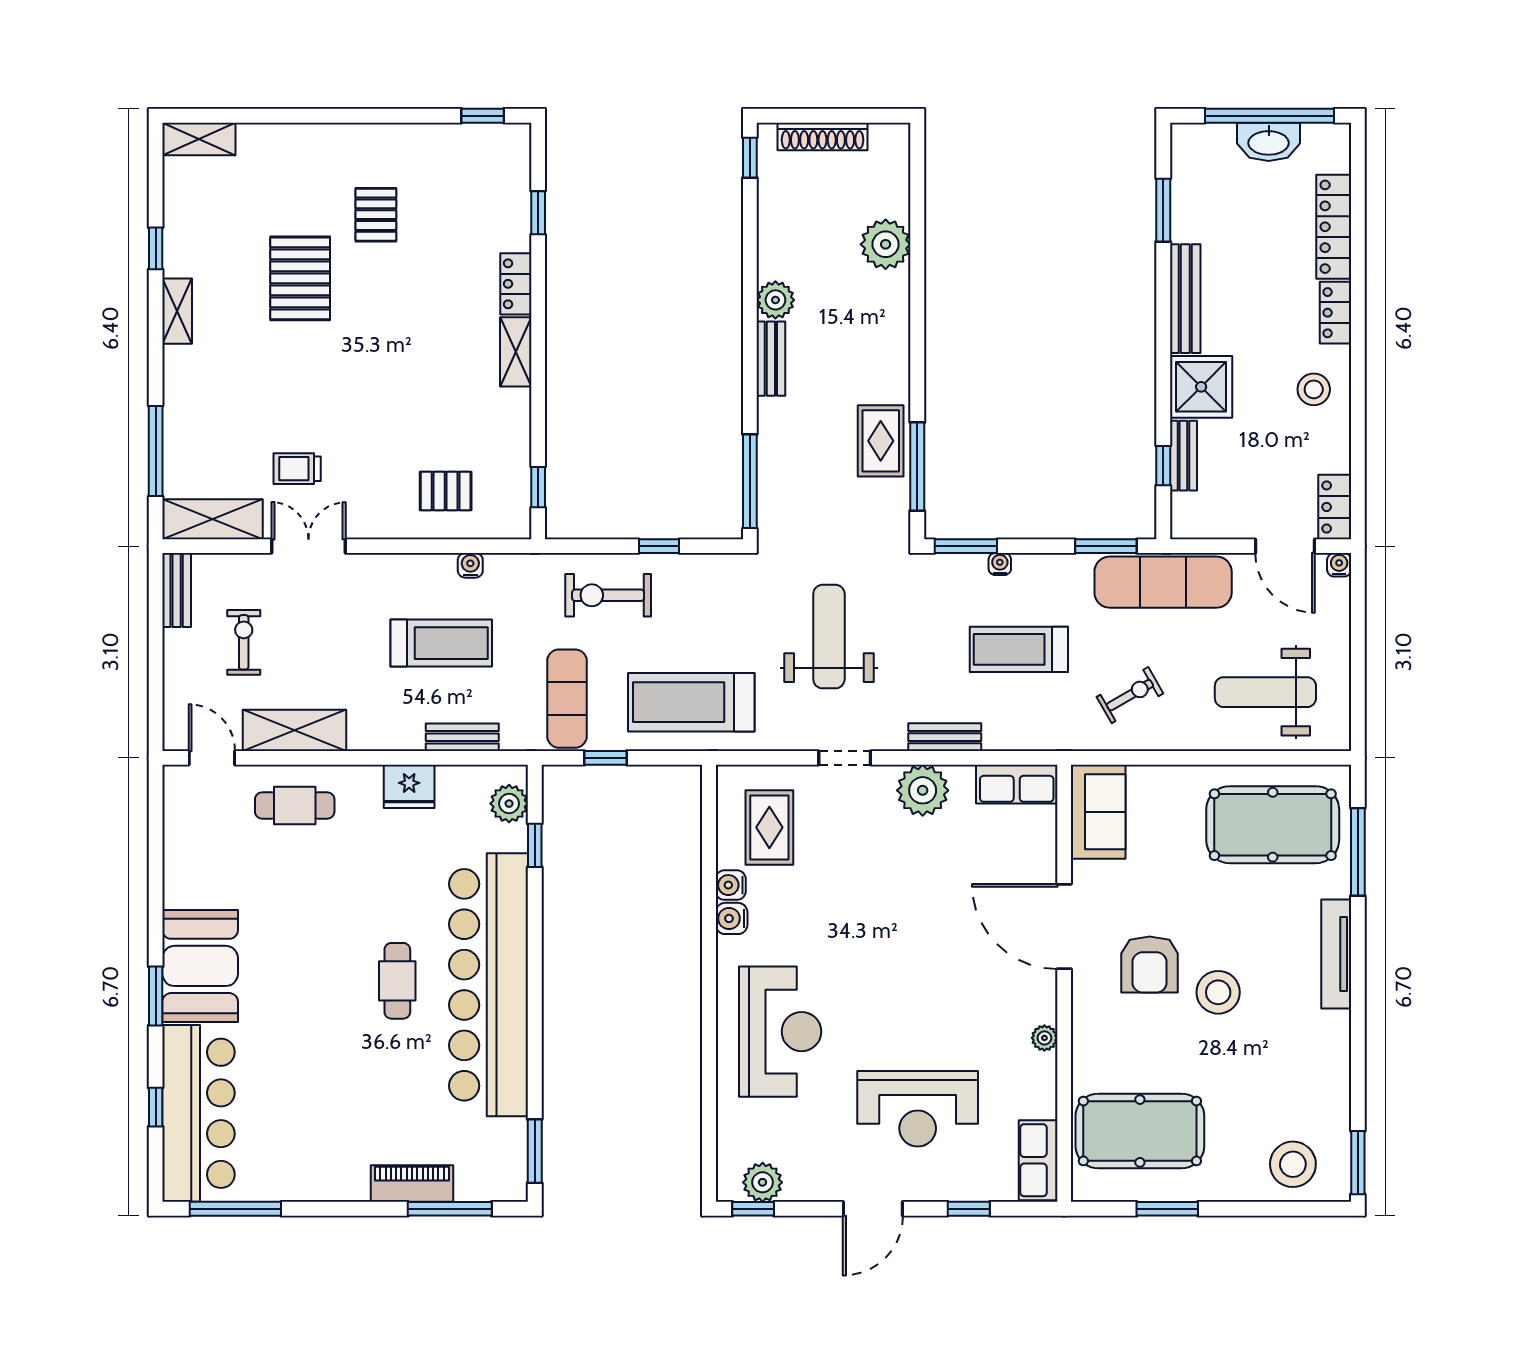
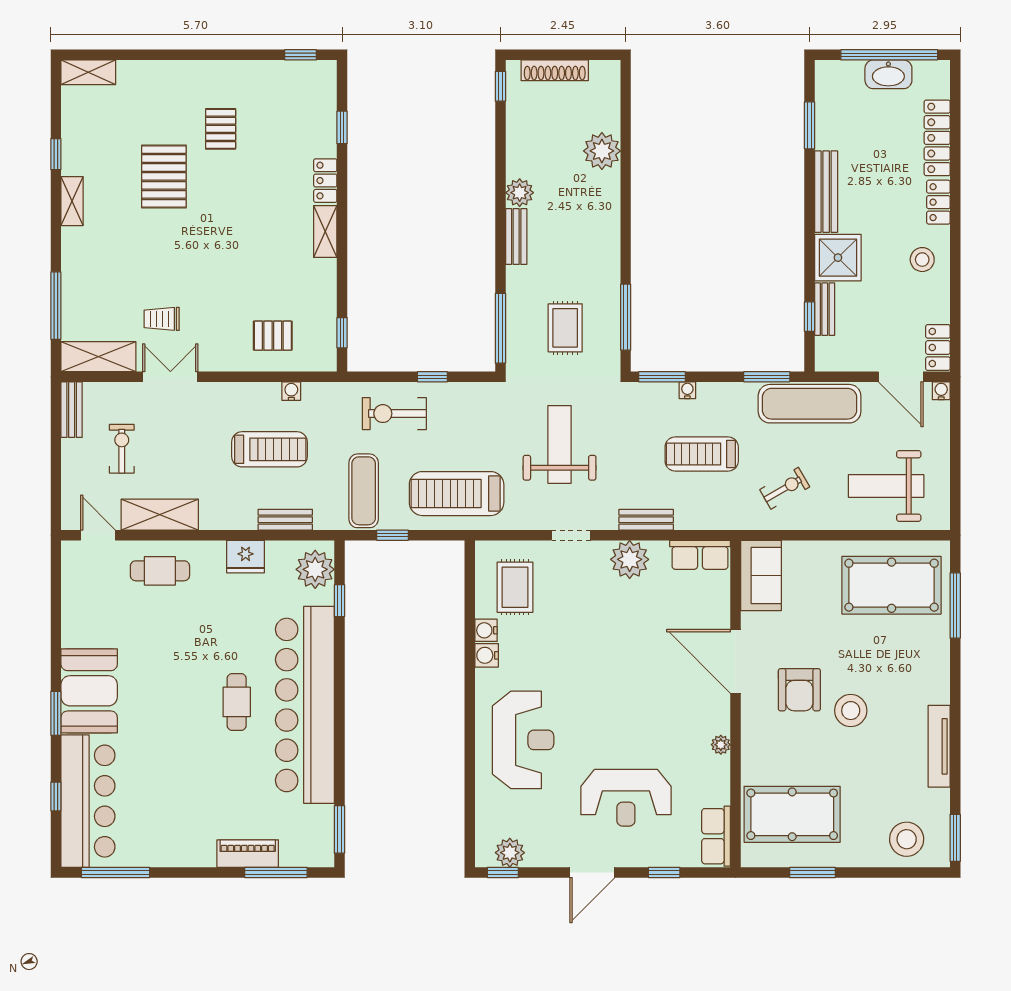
rug: (881, 441) -> (565, 328), moved
plant: (509, 804) -> (315, 569), width x1.36, depth x1.36
tv unit: (1336, 954) -> (939, 746), moved

